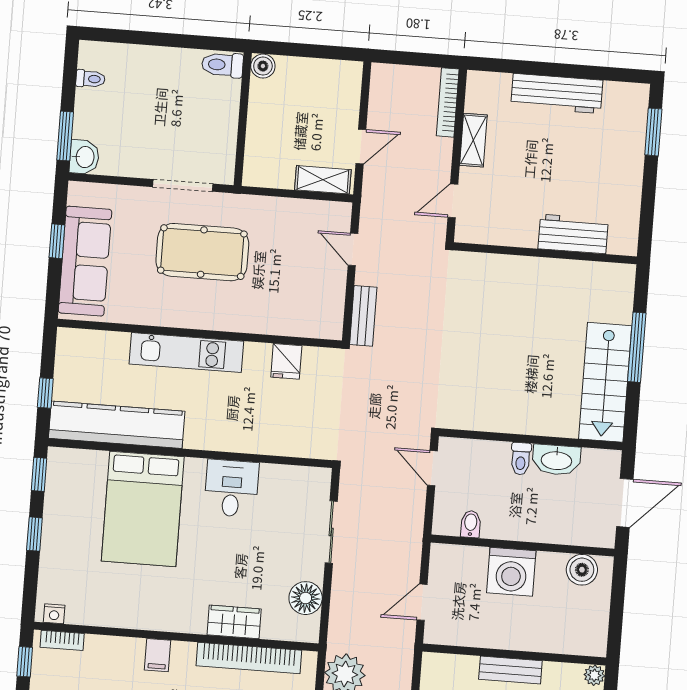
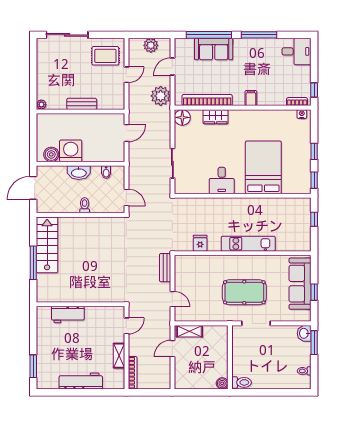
kitchen counter: (117, 425) -> (279, 207), removed
washbasin: (556, 460) -> (79, 173), moved, turned 180
washing machine: (511, 572) -> (71, 151), moved
floor lamp: (306, 598) -> (182, 117), moved

